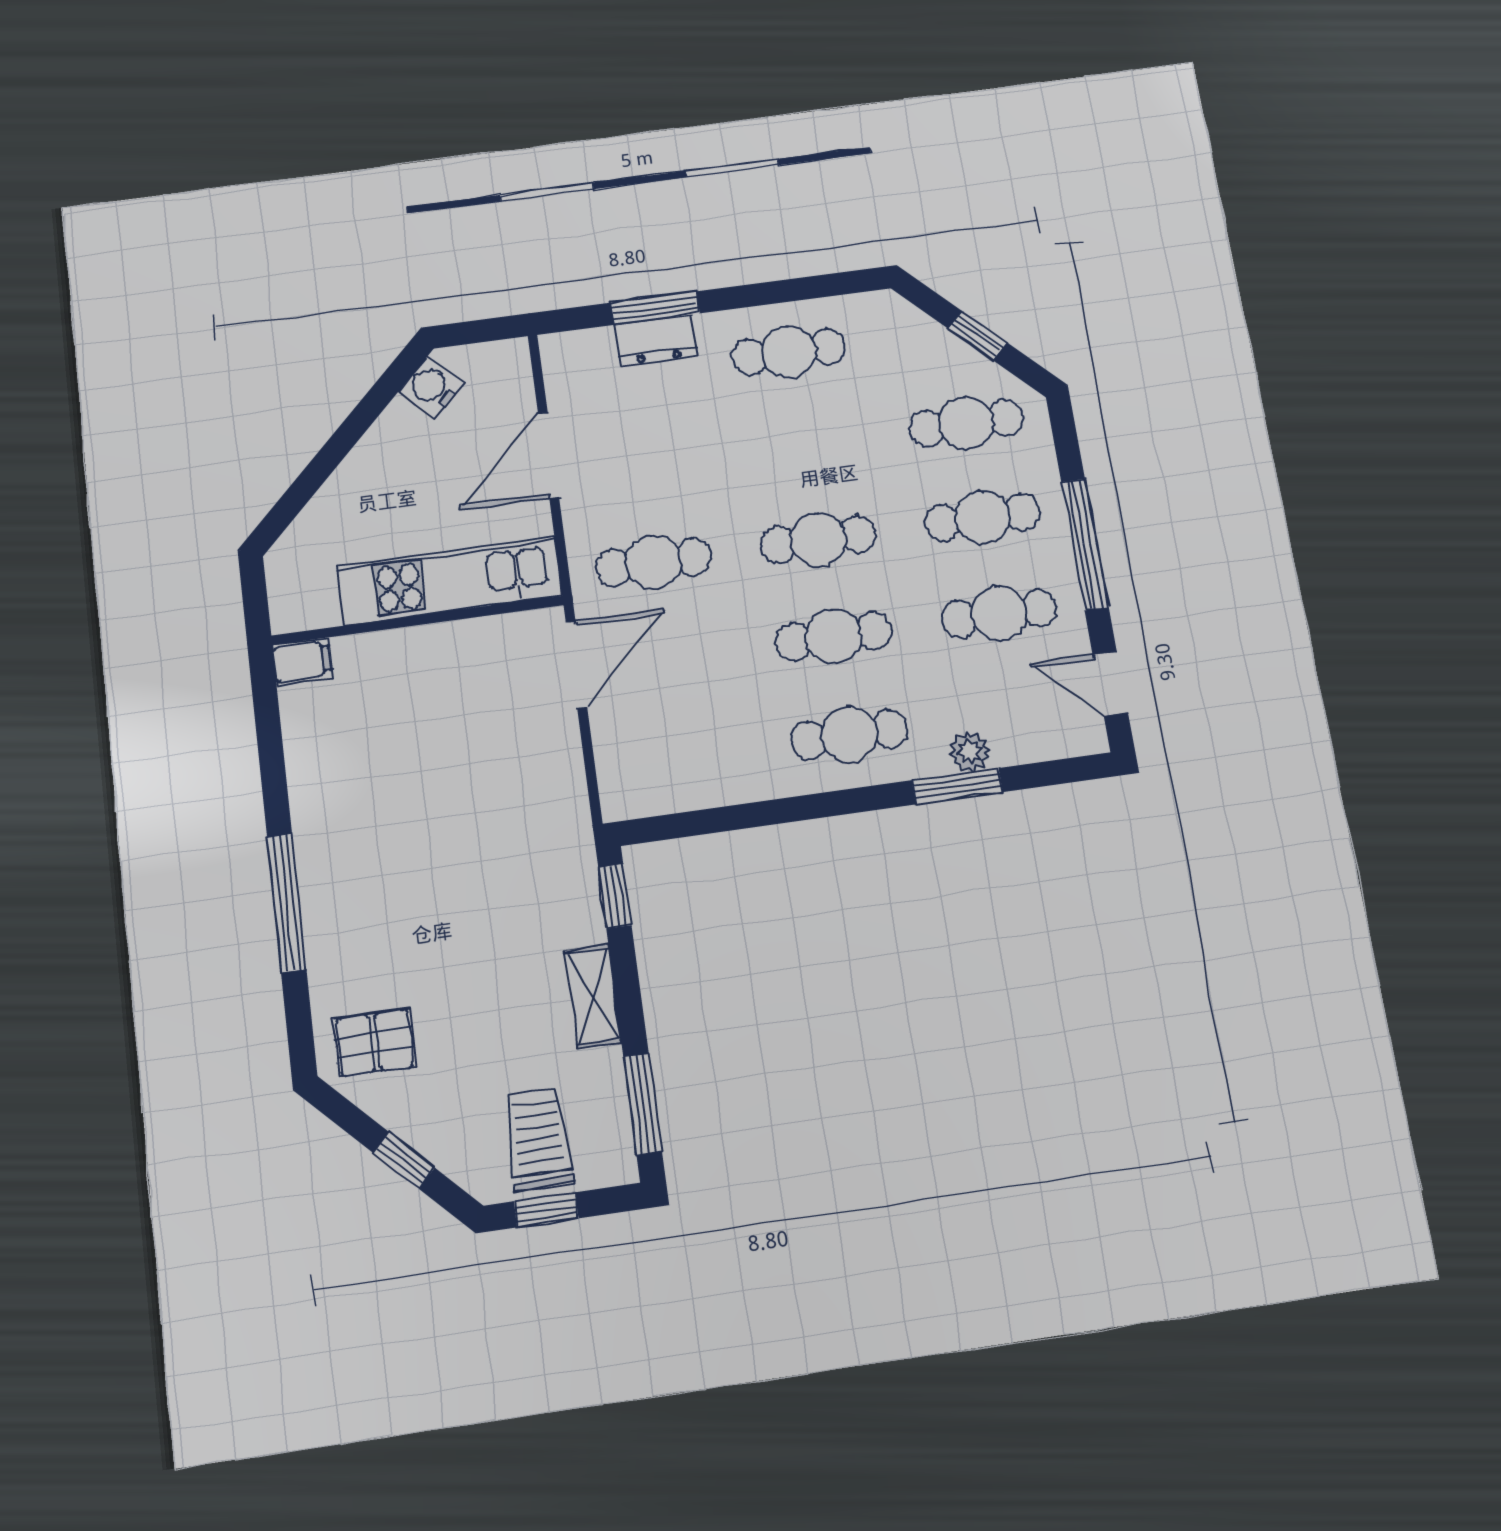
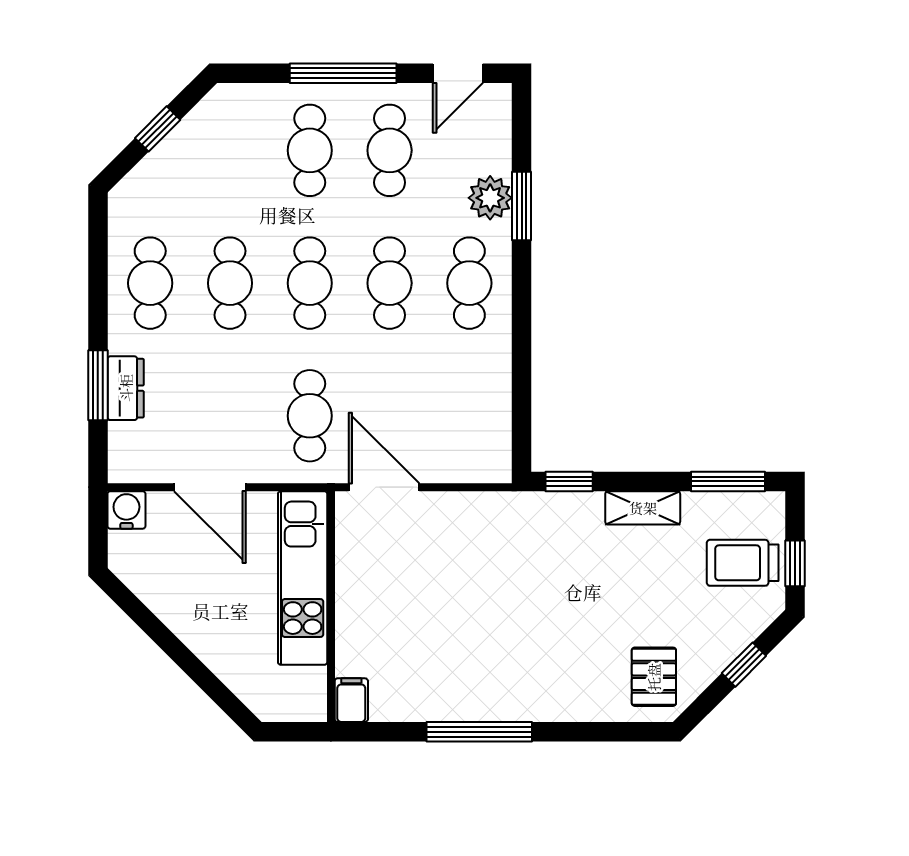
water cooler: (431, 387) -> (126, 510), moved, turned 135
cafe table: (966, 423) -> (230, 283), moved
plant: (970, 752) -> (490, 198), width x1.38, depth x1.38
window: (287, 903) -> (479, 732), moved

